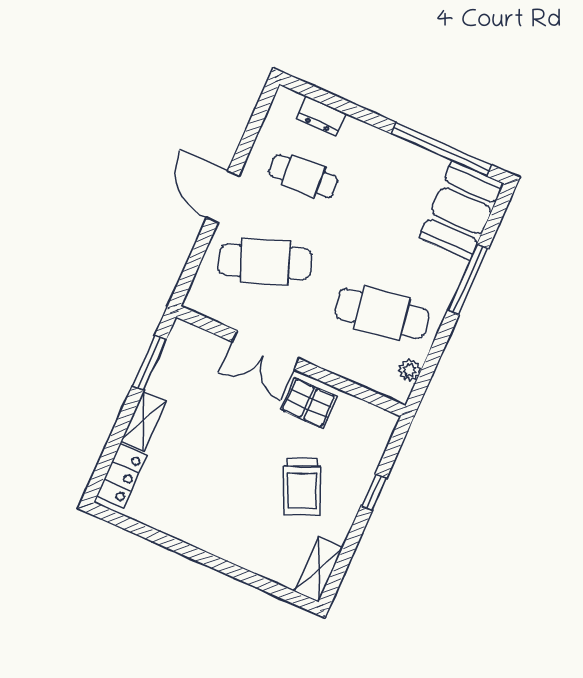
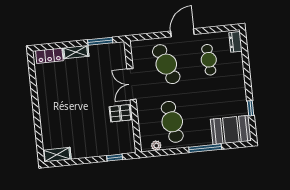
dresser: (321, 116) -> (235, 42), moved
window: (441, 149) -> (251, 108), width x0.32
pallet: (309, 403) -> (120, 113), turned 90
trolley: (302, 487) -> (86, 129), removed
window: (374, 493) -> (115, 158), moved

